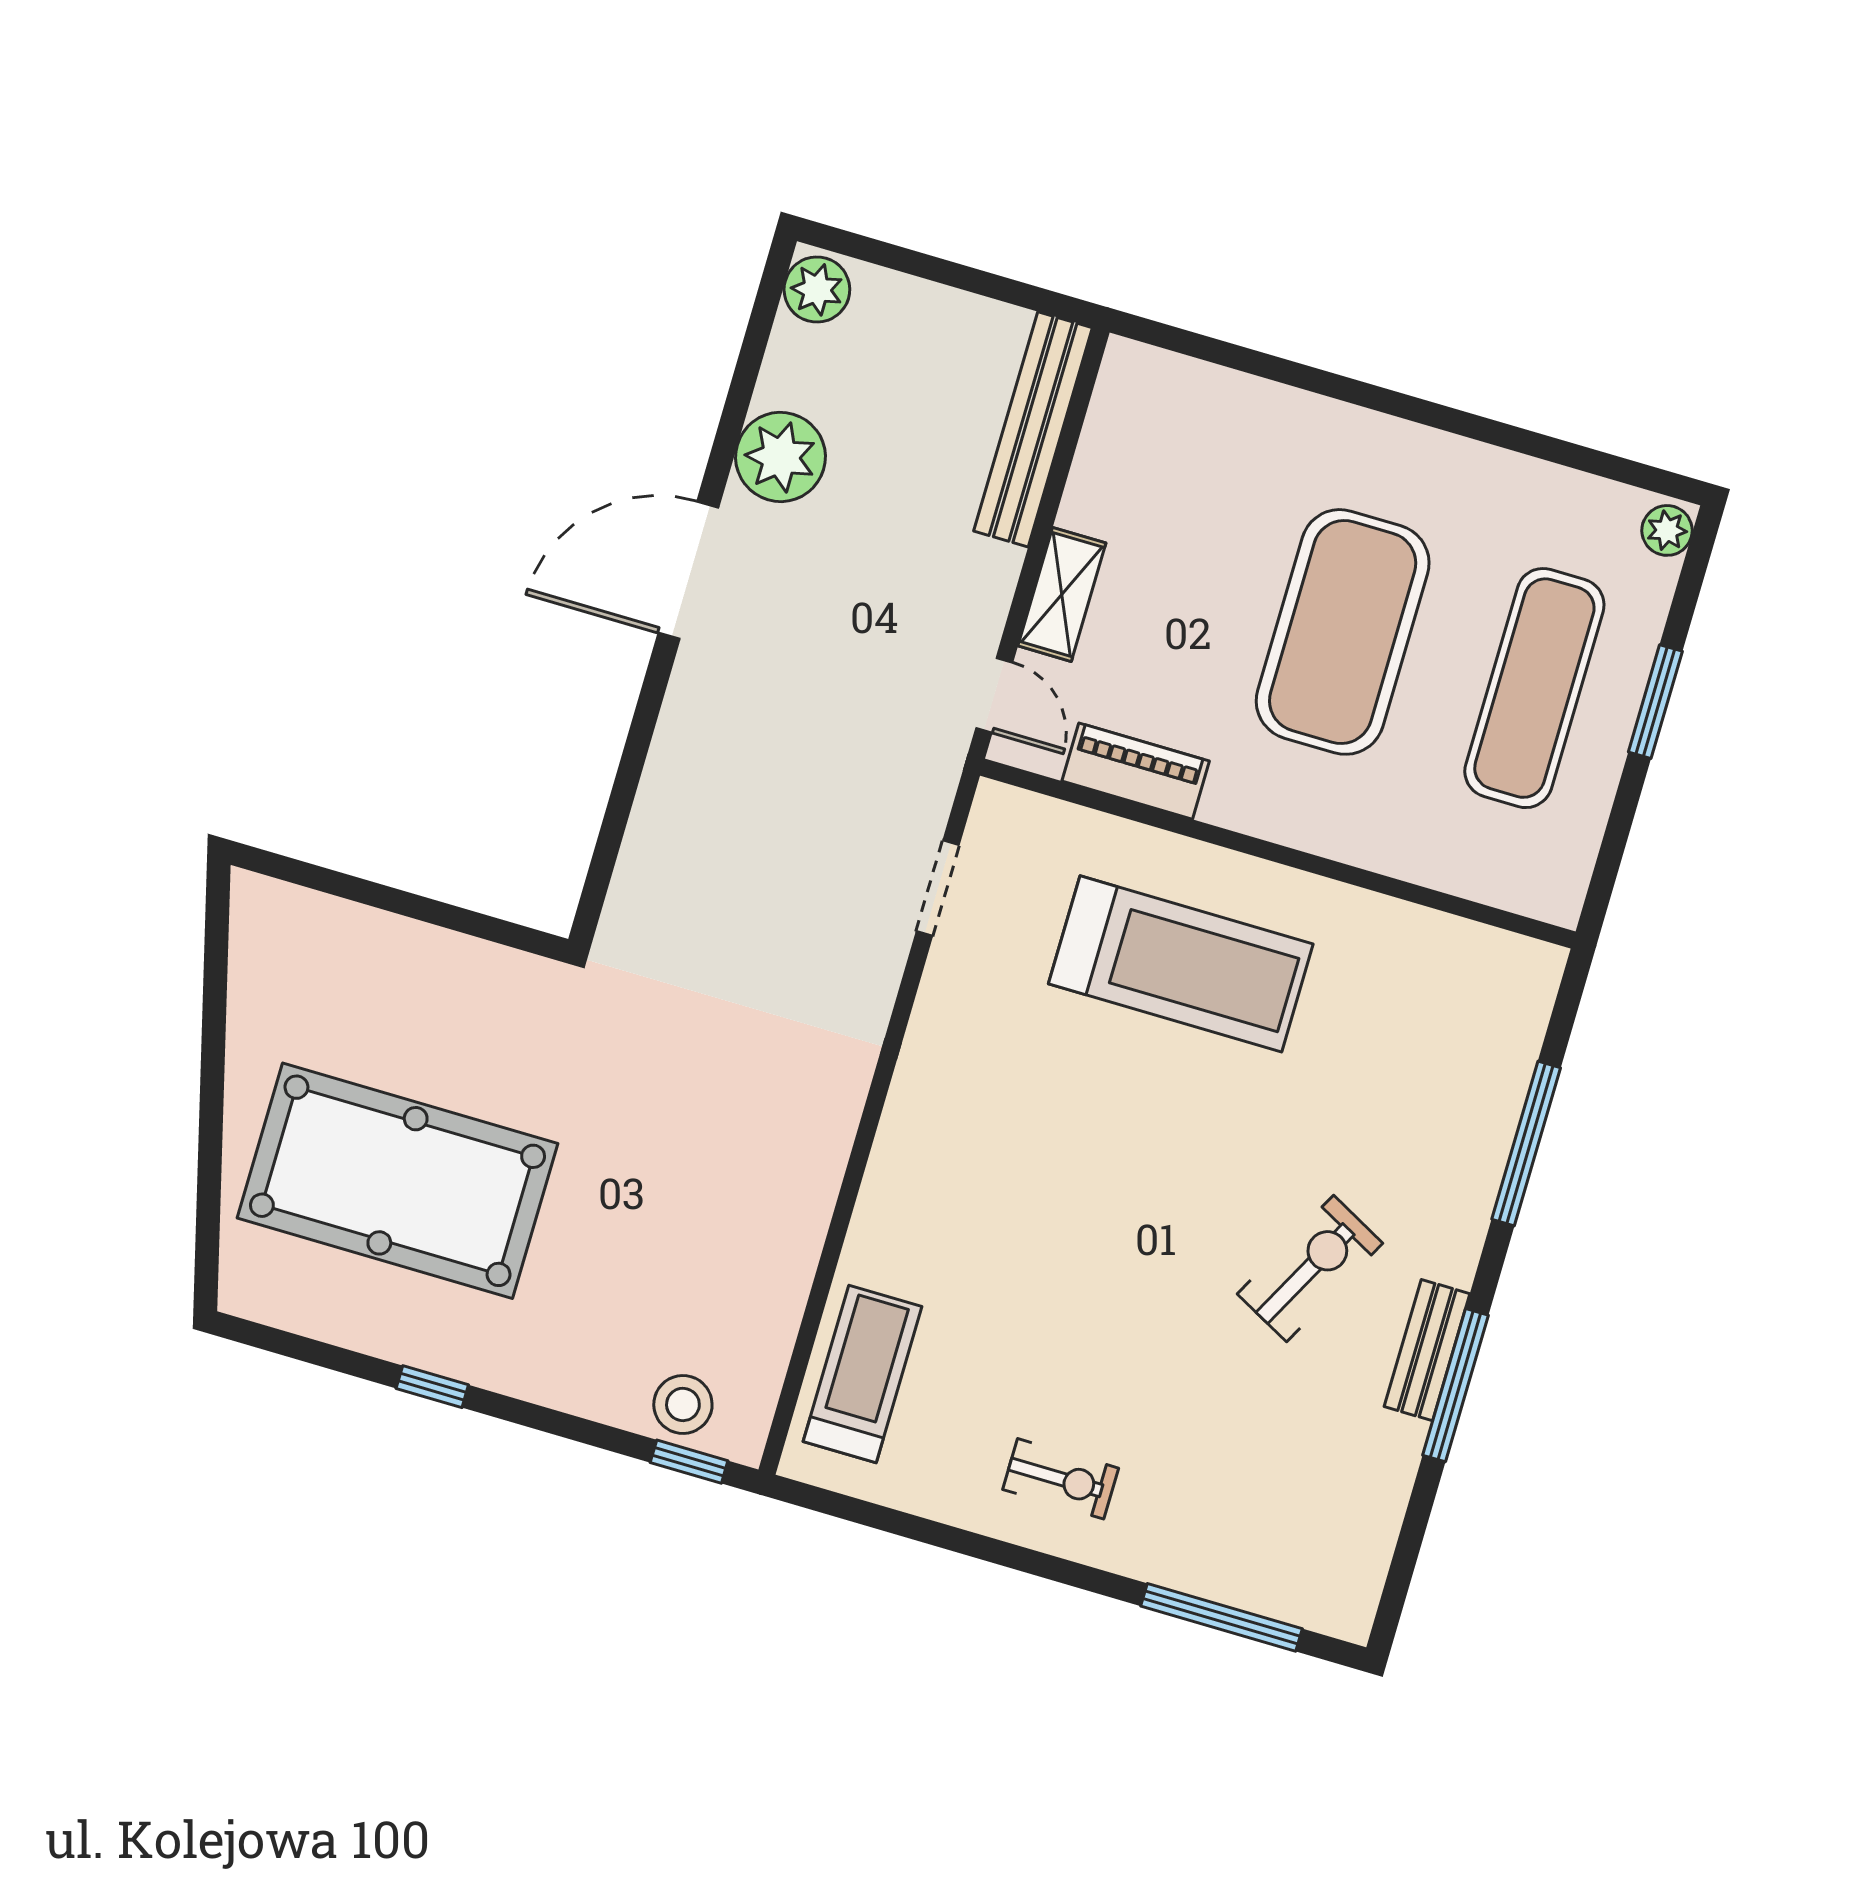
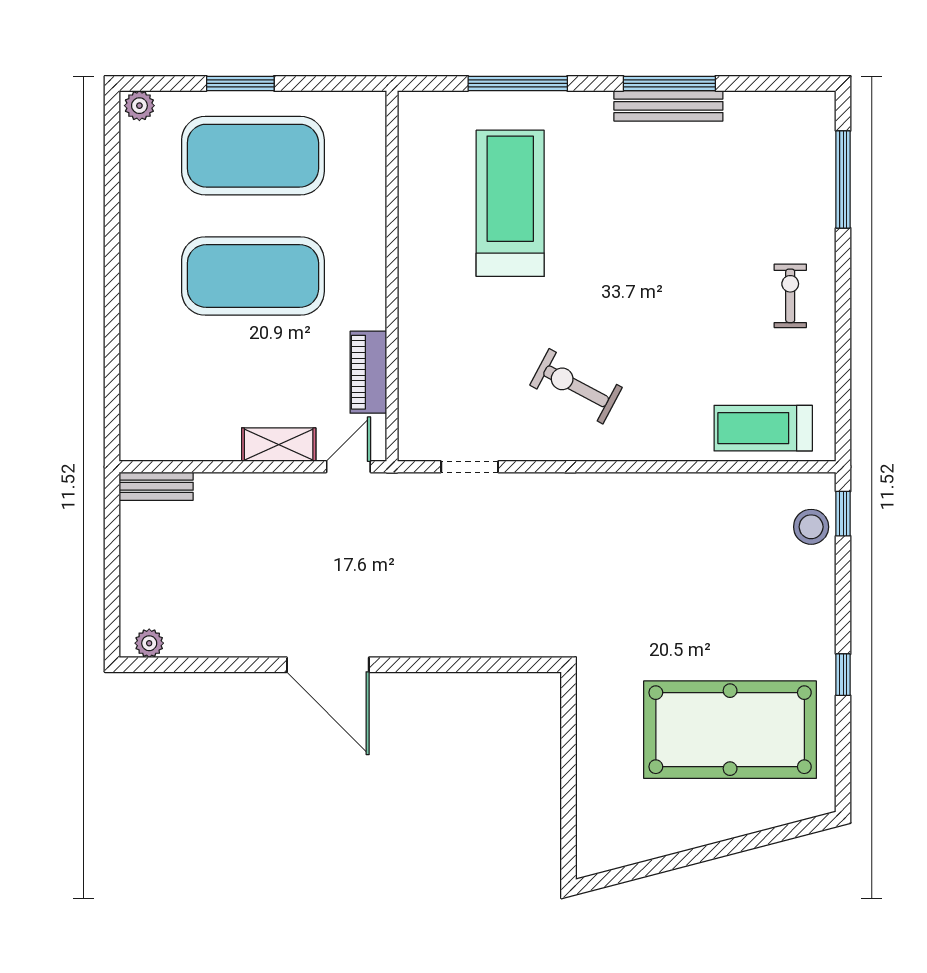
plant: (817, 289) -> (149, 643), width x0.73, depth x0.73
bench: (1033, 429) -> (156, 486), width x0.54, depth x0.82
plant: (780, 457) -> (247, 631), removed
exercise mat: (1534, 688) -> (253, 156), width x1.47
treadmill: (1181, 964) -> (510, 203), moved
pool table: (397, 1181) -> (730, 730), turned 90
exercise bike: (1310, 1269) -> (576, 386), moved
bench: (1427, 1350) -> (668, 106), width x1.36

